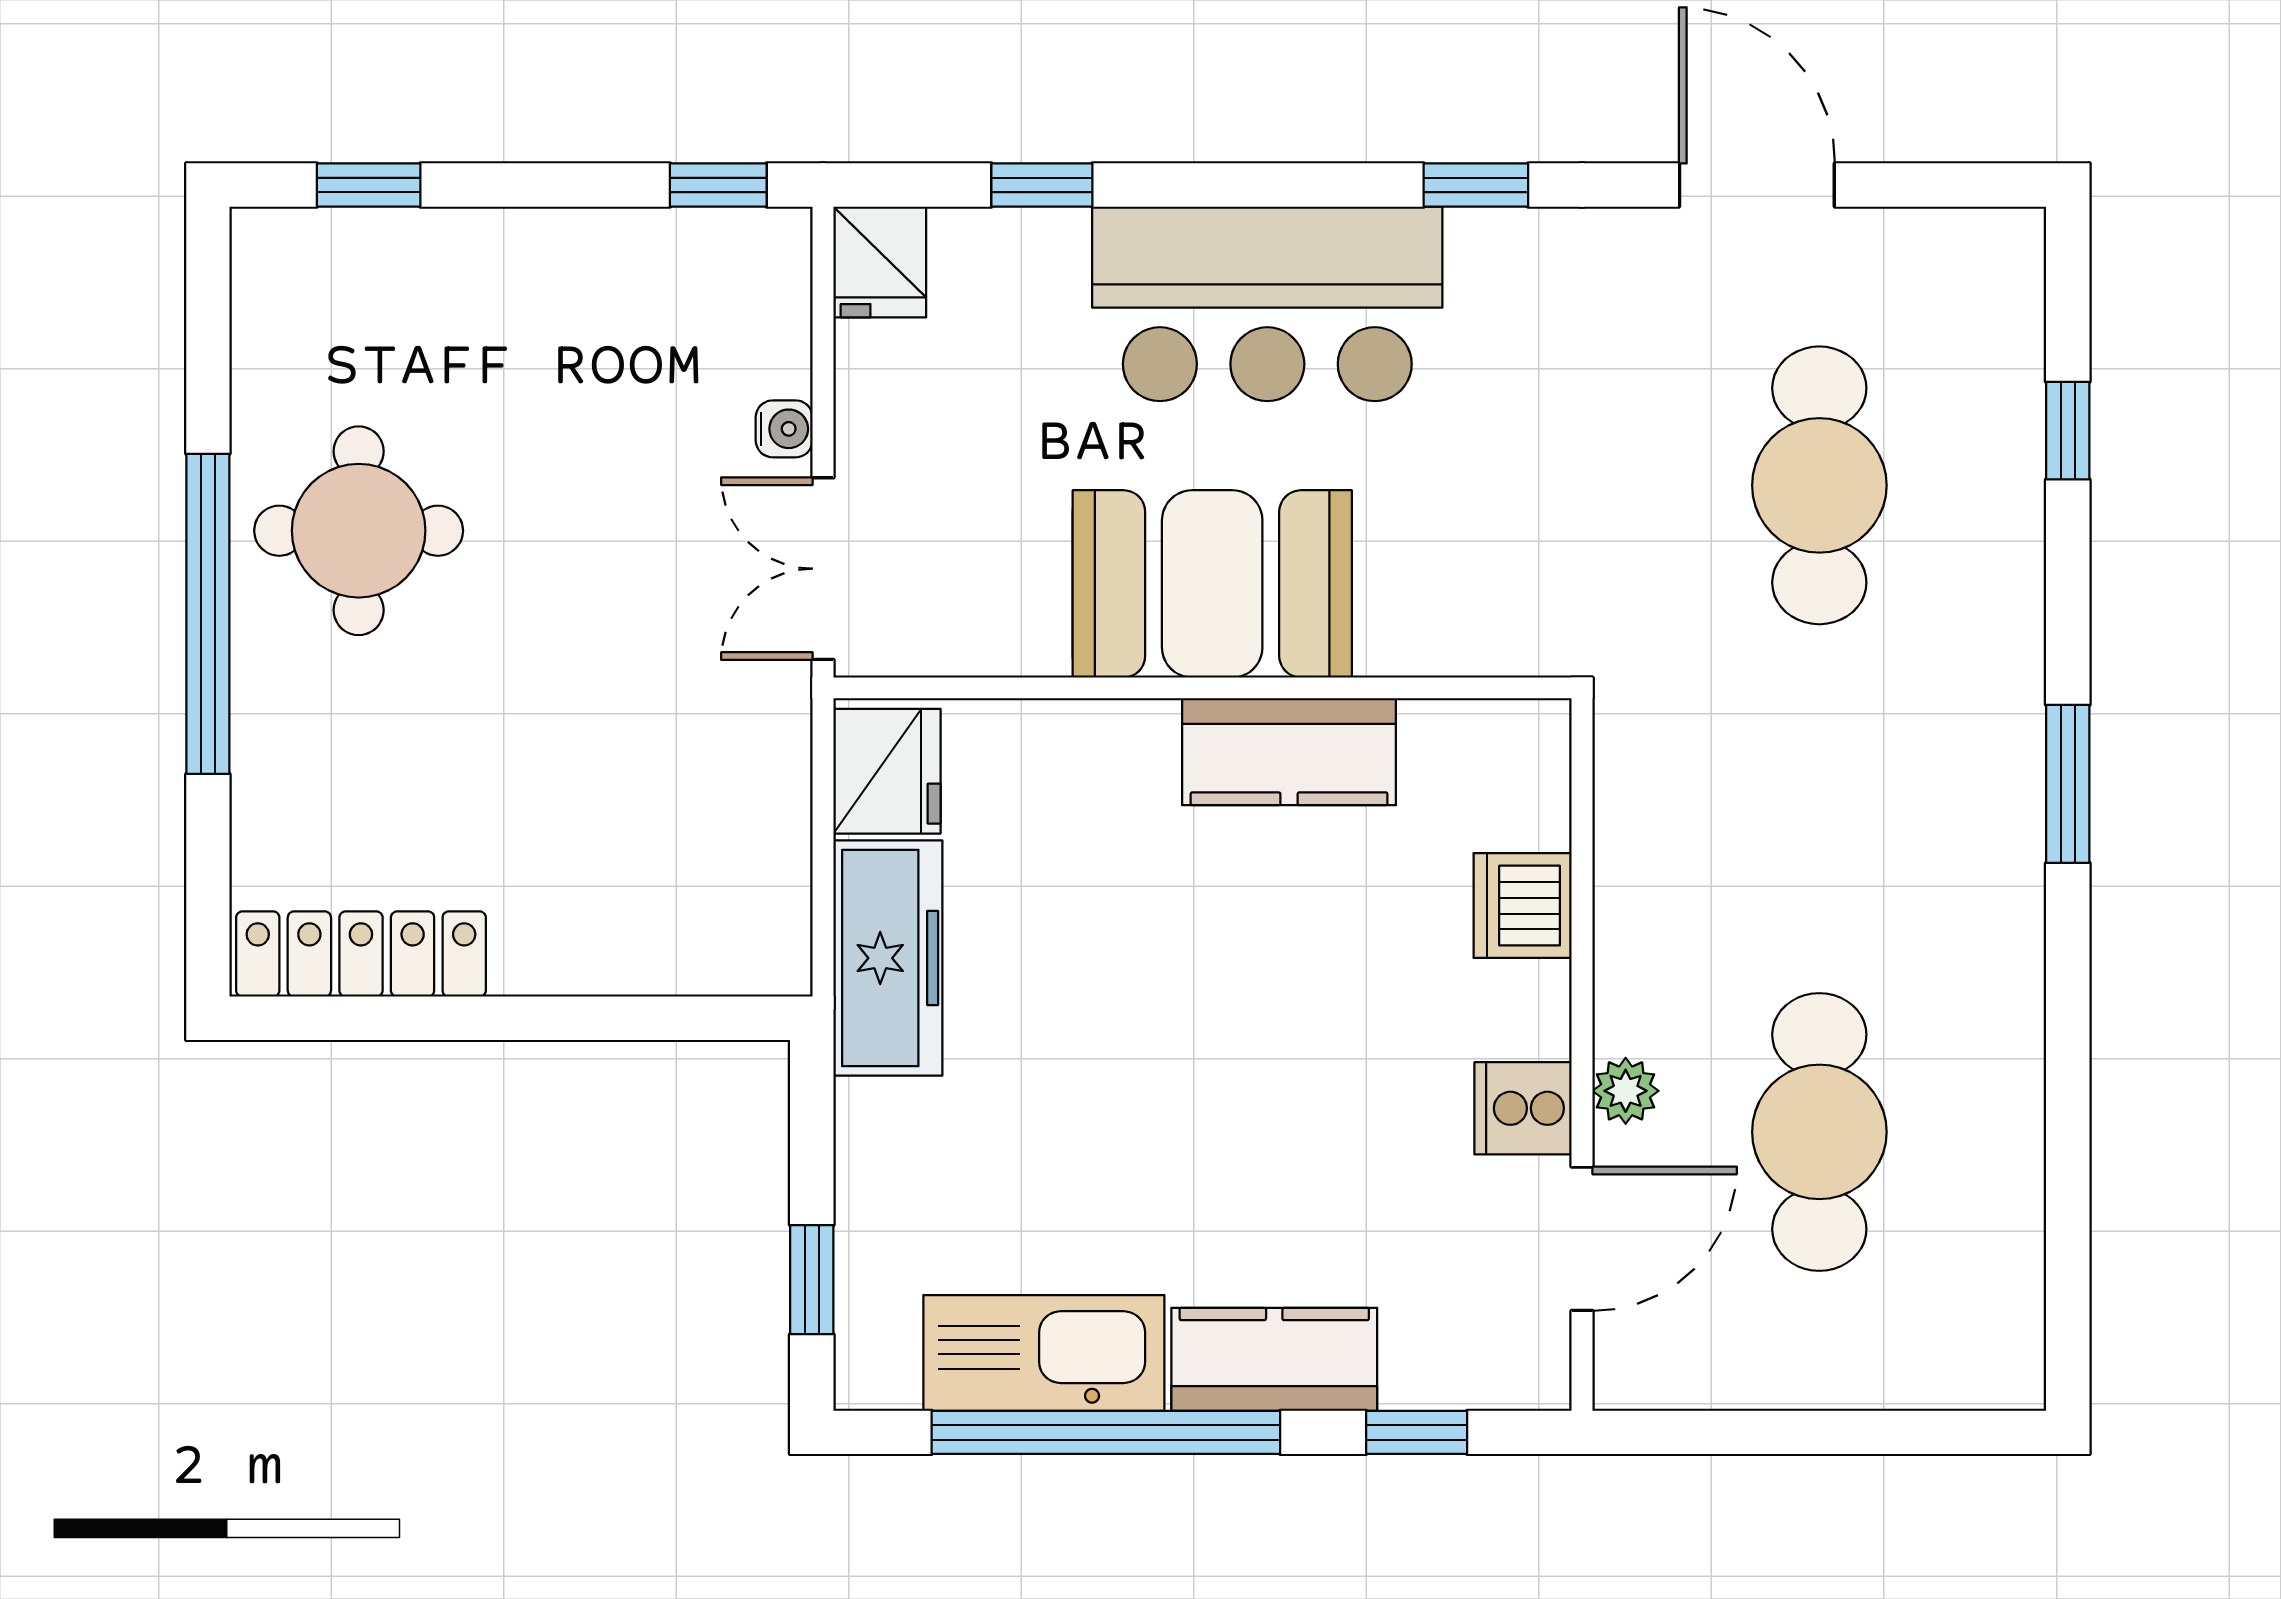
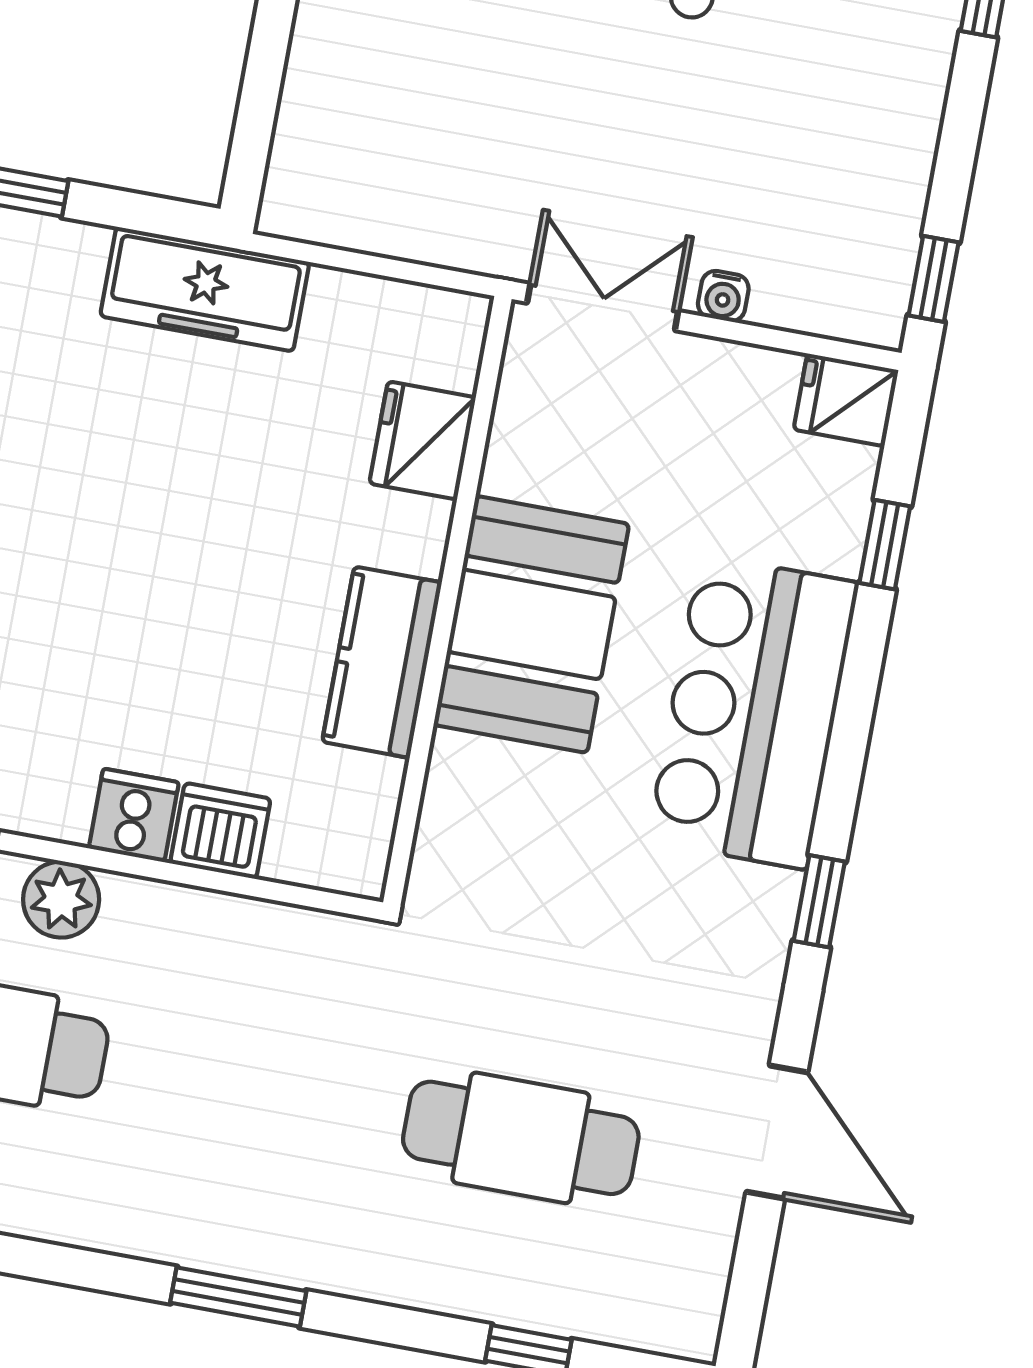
door: (1757, 185) -> (777, 1132), hinge flipped
fridge: (887, 771) -> (423, 440), moved, turned 90
freezer: (888, 958) -> (205, 289), moved
plant: (1626, 1091) -> (61, 900), width x1.38, depth x1.38
cooker: (1523, 1108) -> (134, 815), moved

